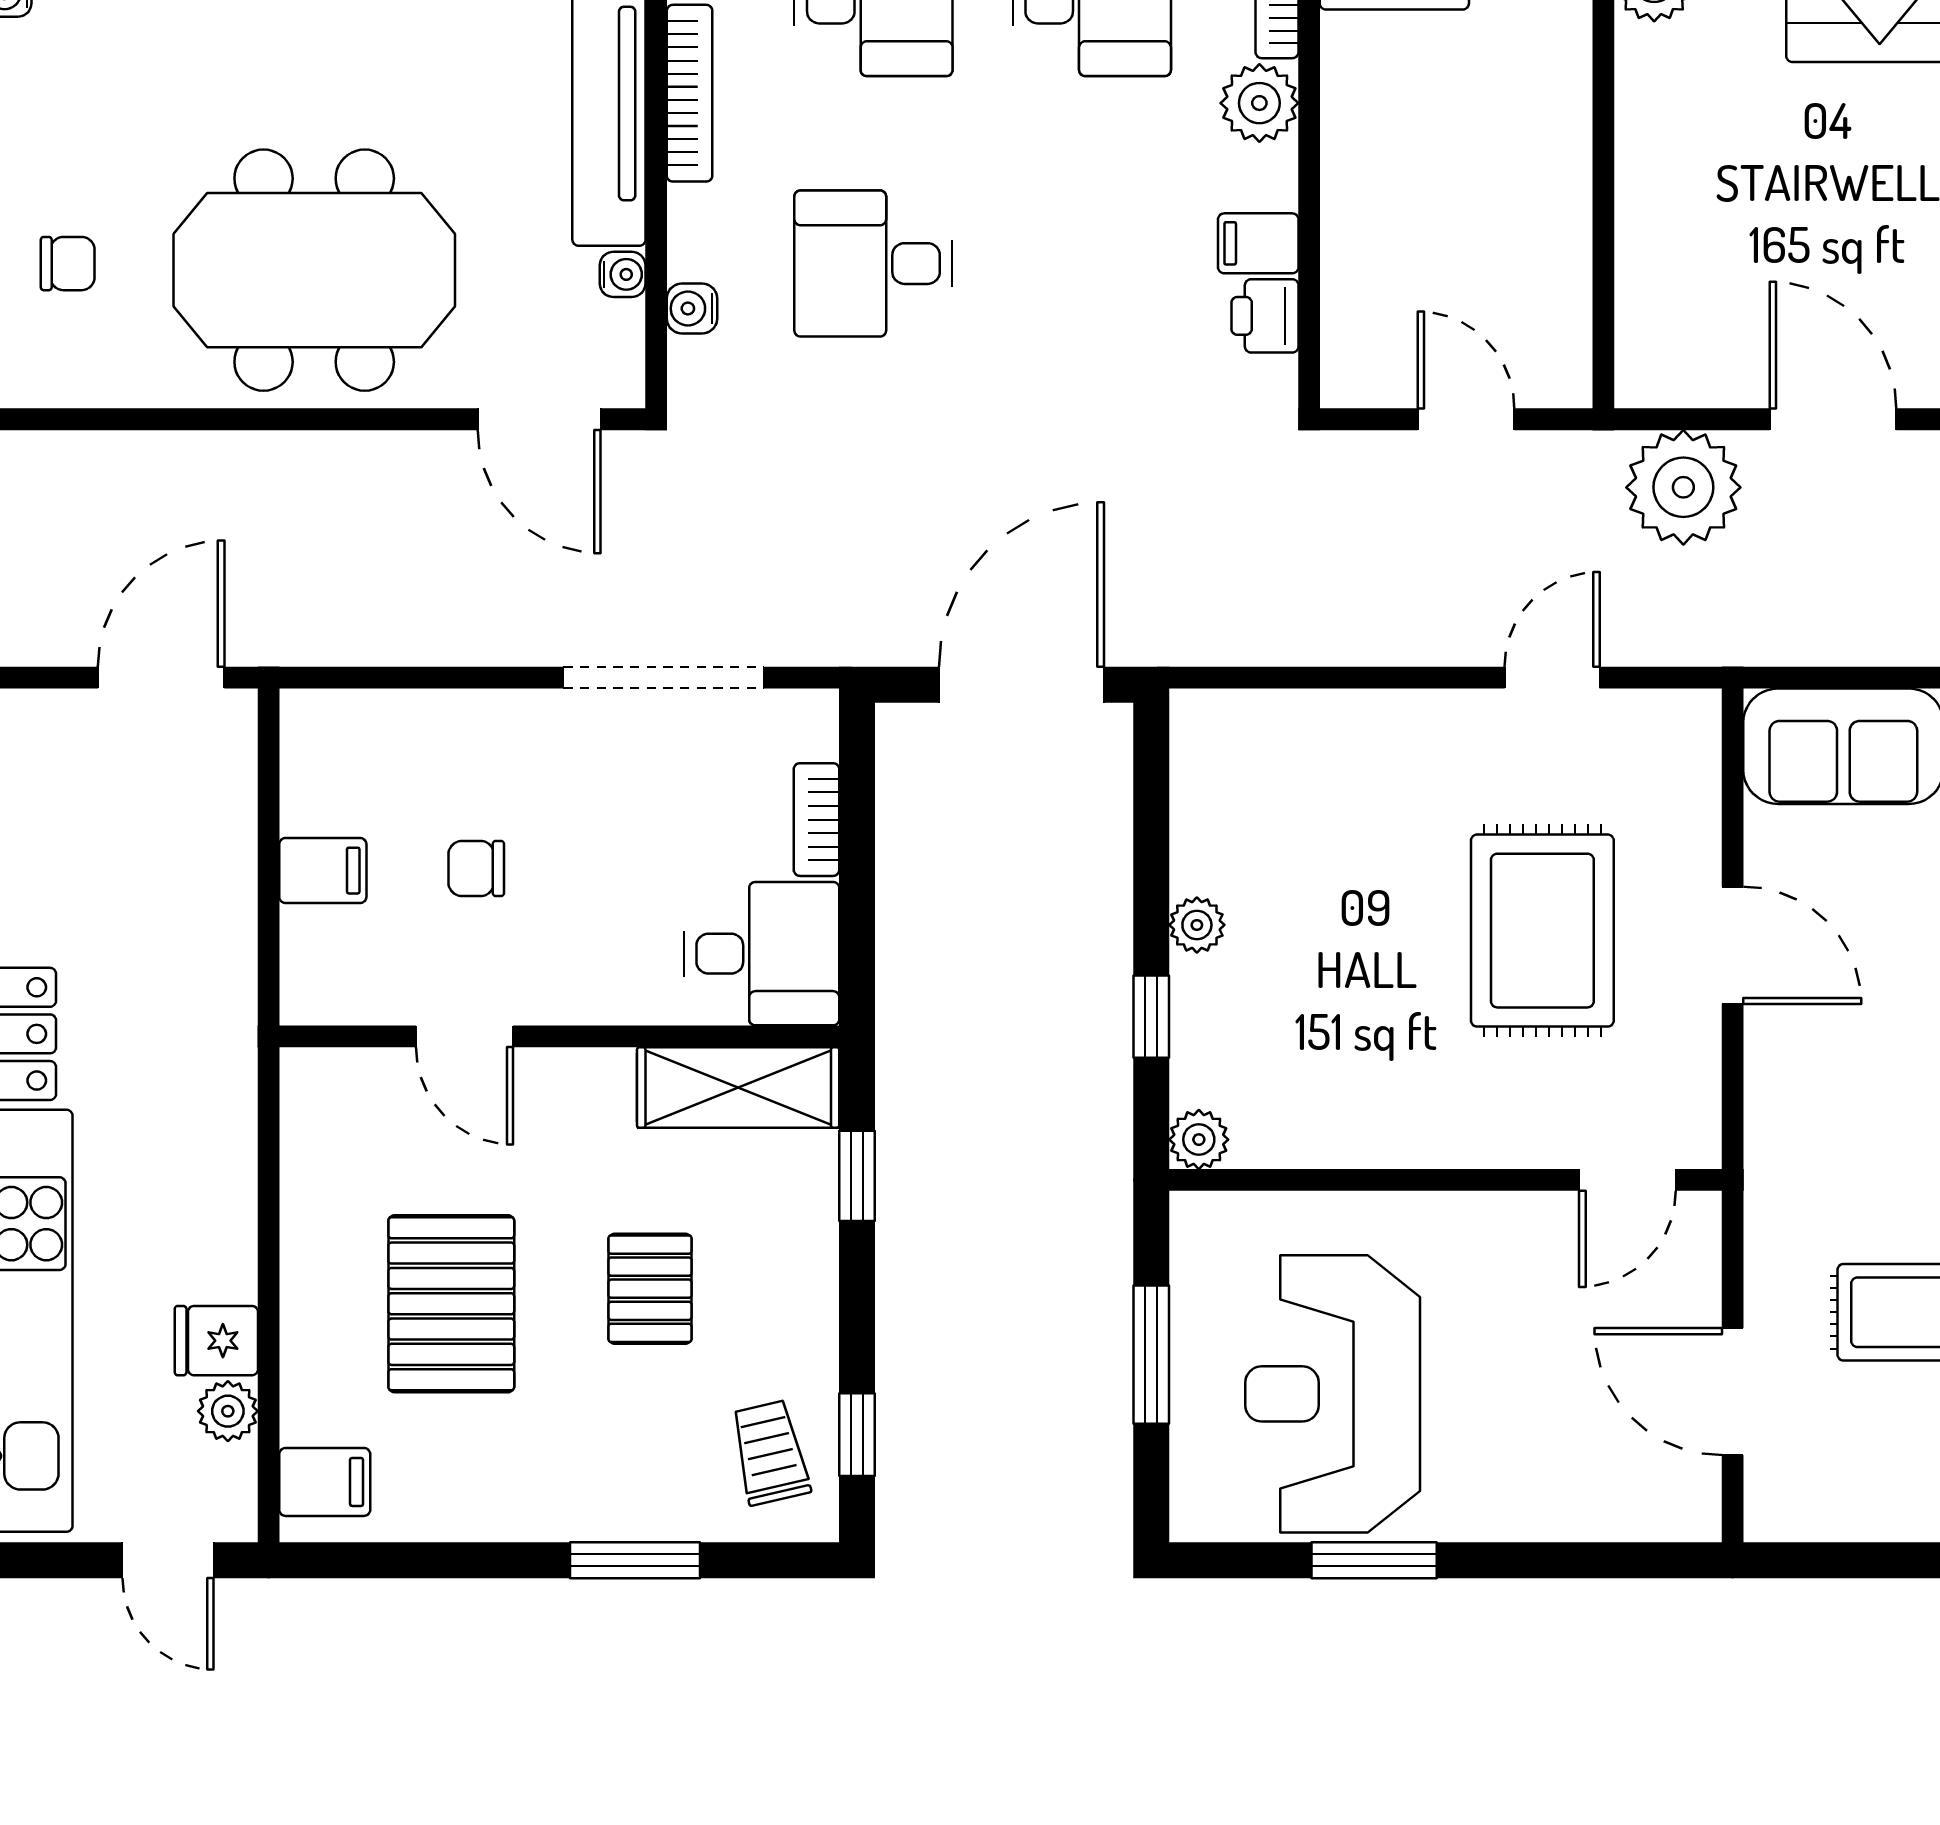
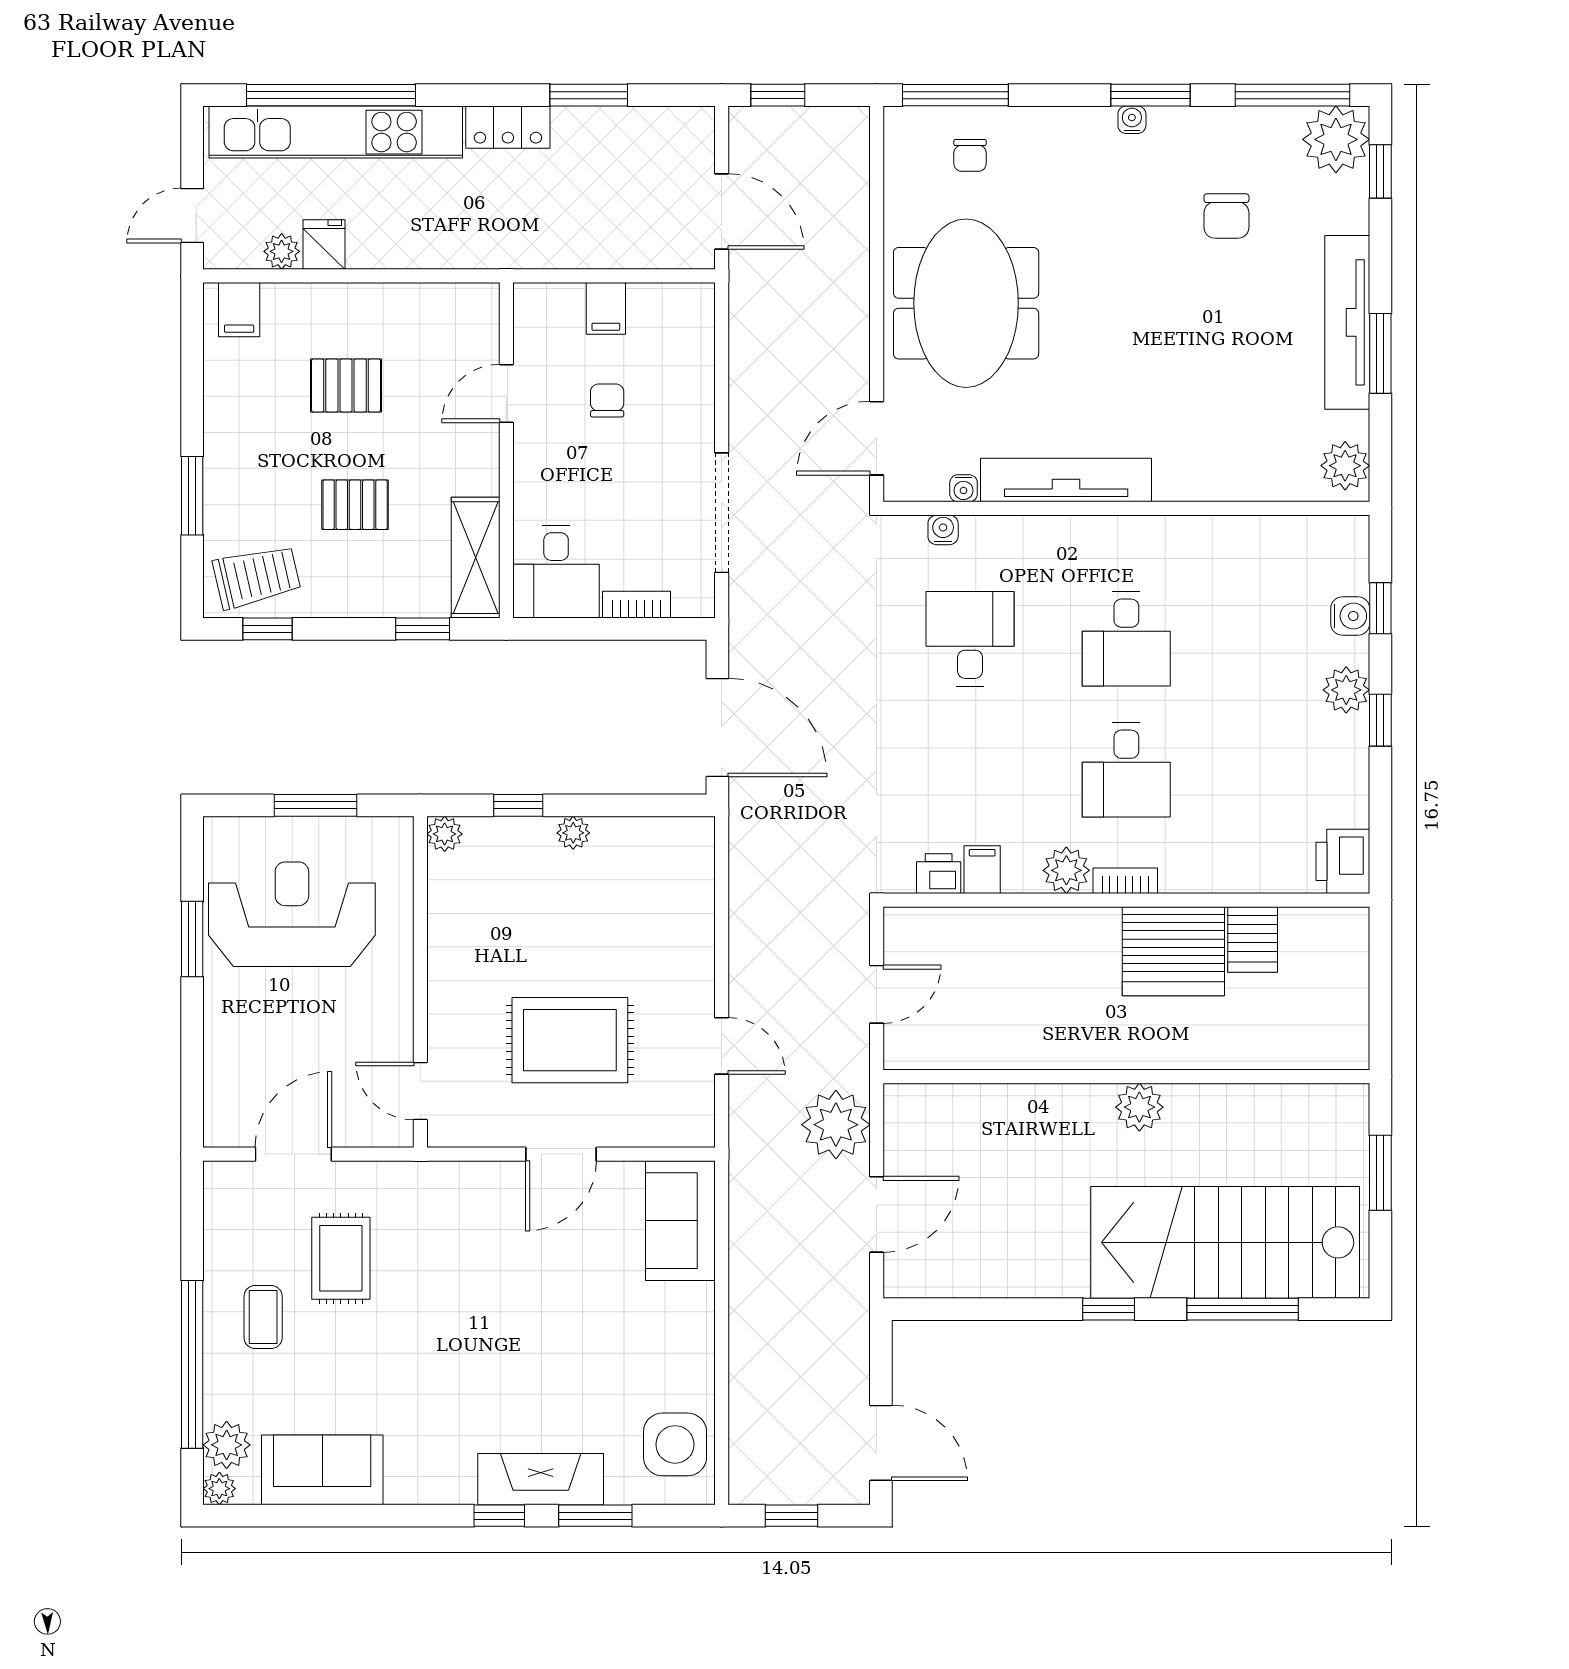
bookcase: (690, 93) -> (1072, 528), removed
pallet: (451, 1304) -> (346, 386), width x0.67, depth x0.71
trolley: (770, 1453) -> (257, 577), width x1.36, depth x1.39

